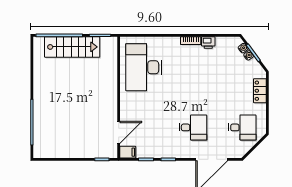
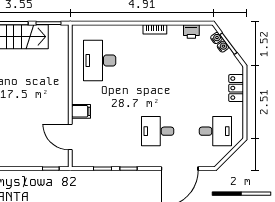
printer: (208, 43) -> (191, 32), moved
desk: (144, 67) -> (100, 61), width x0.73, depth x0.77
desk: (193, 127) -> (158, 131), turned 180
door: (119, 132) -> (70, 137), swing flipped
filing cabinet: (128, 152) -> (81, 111), moved

